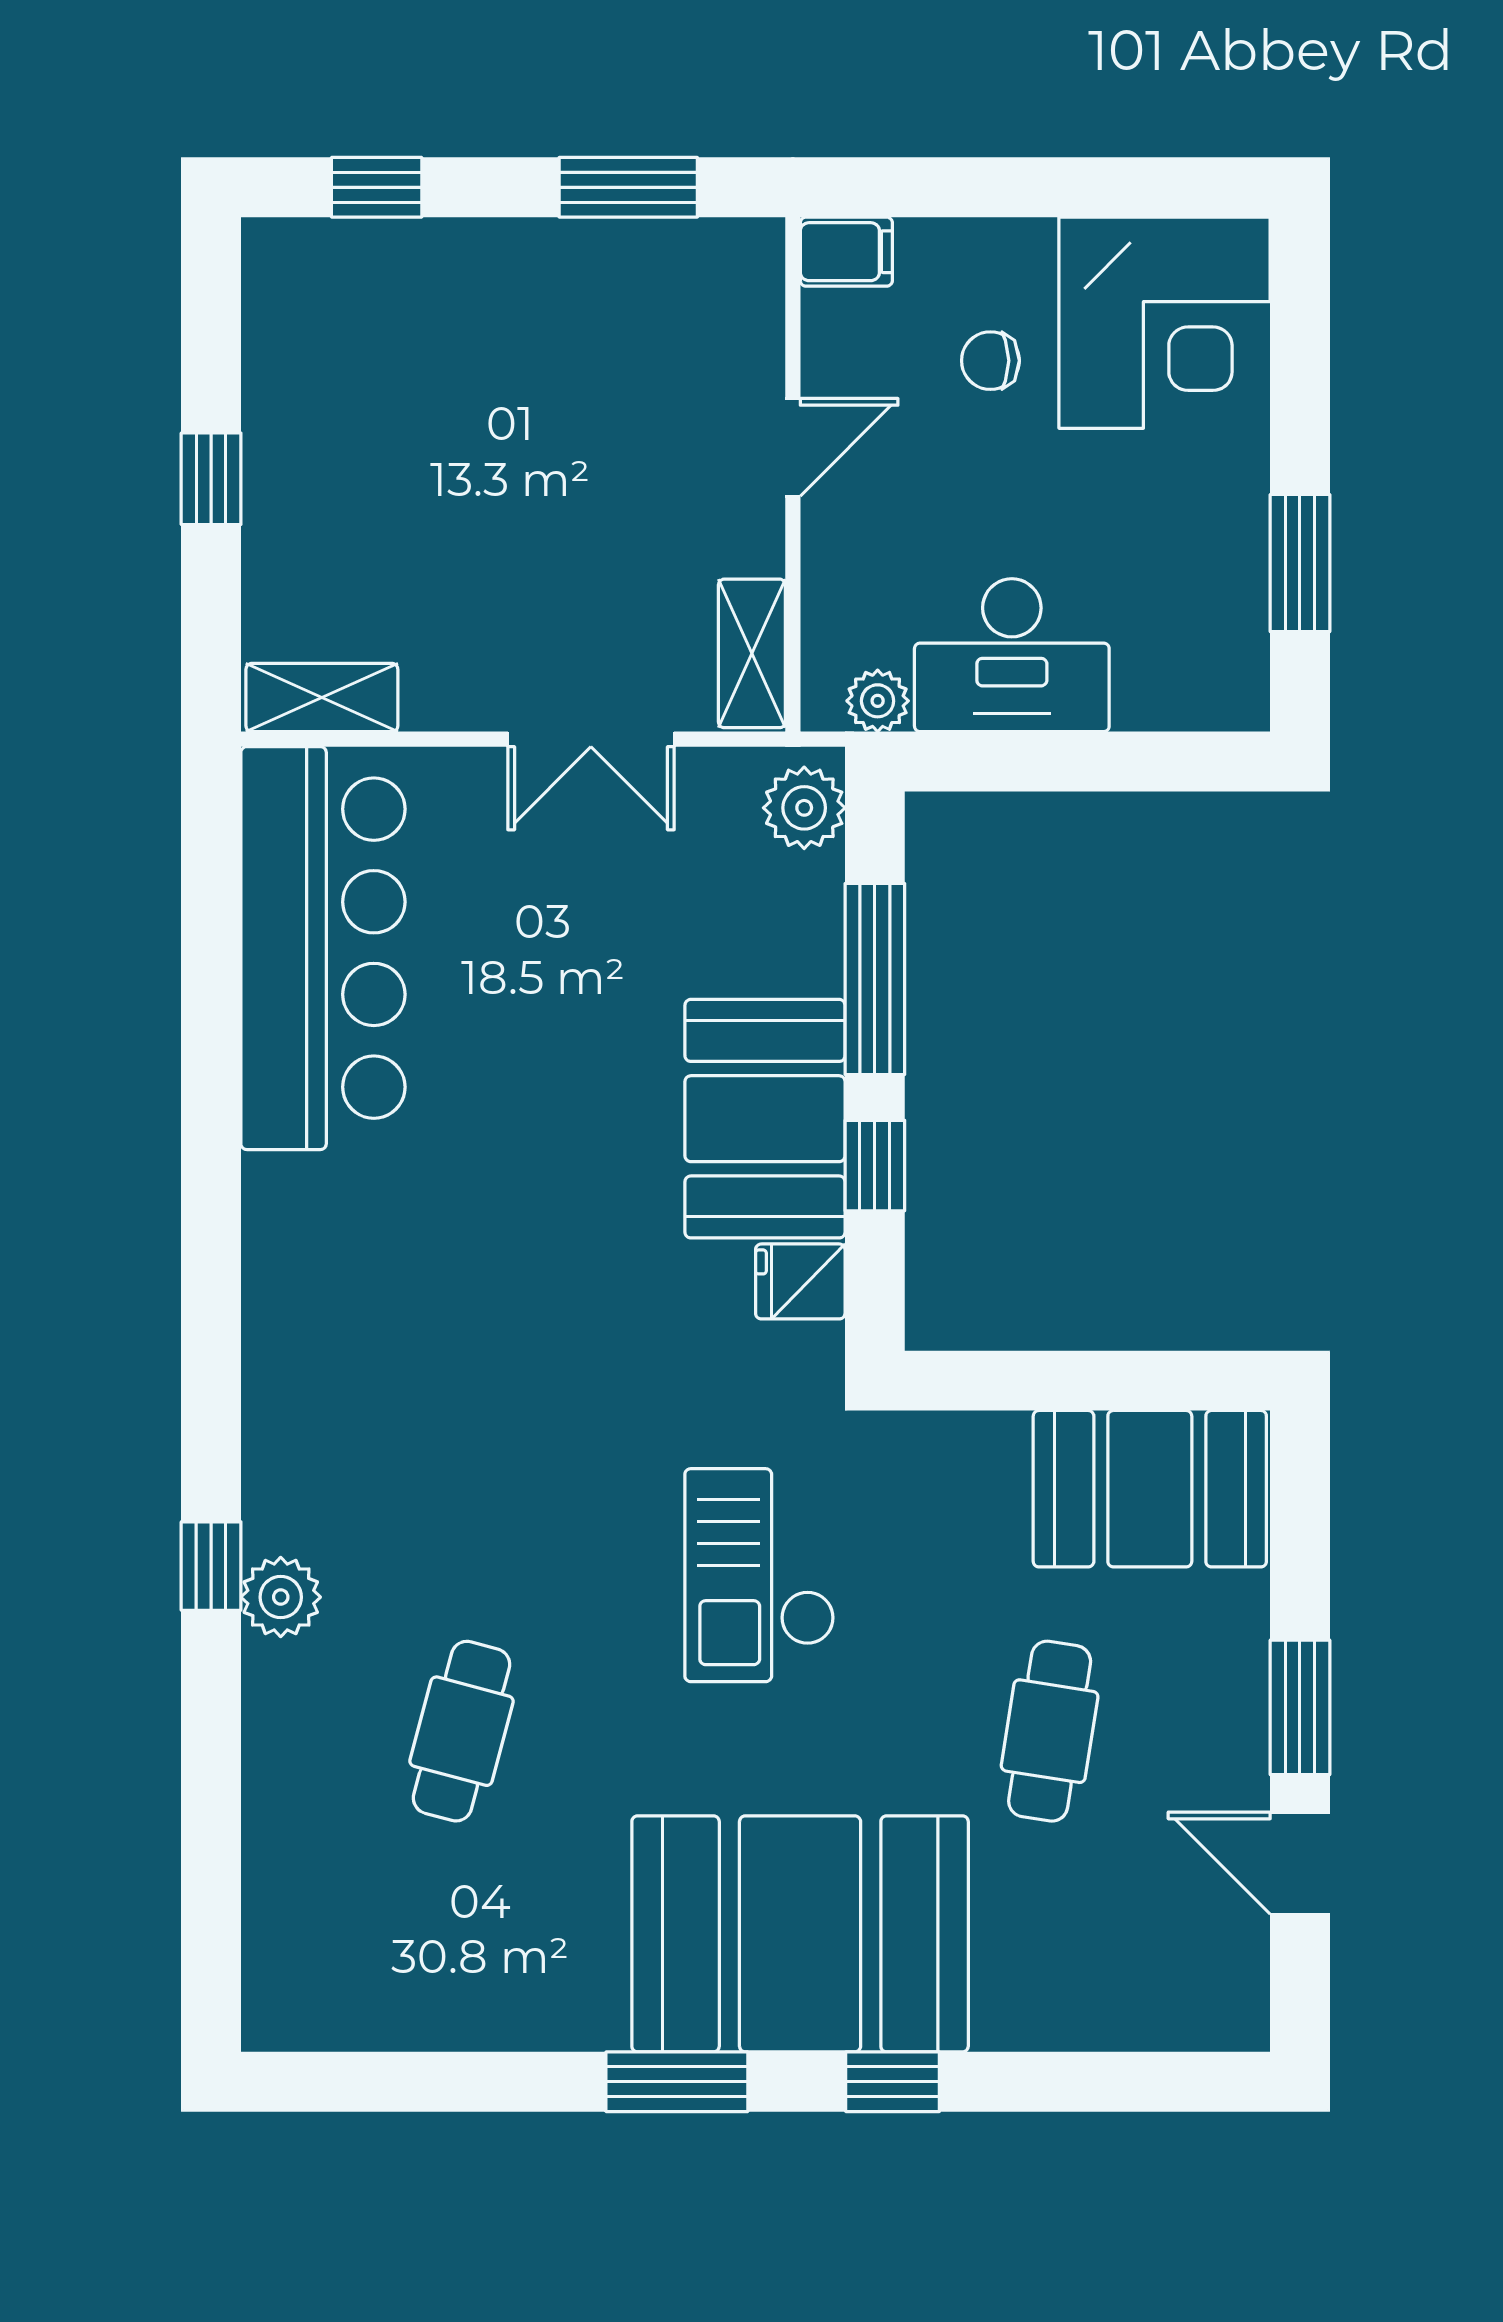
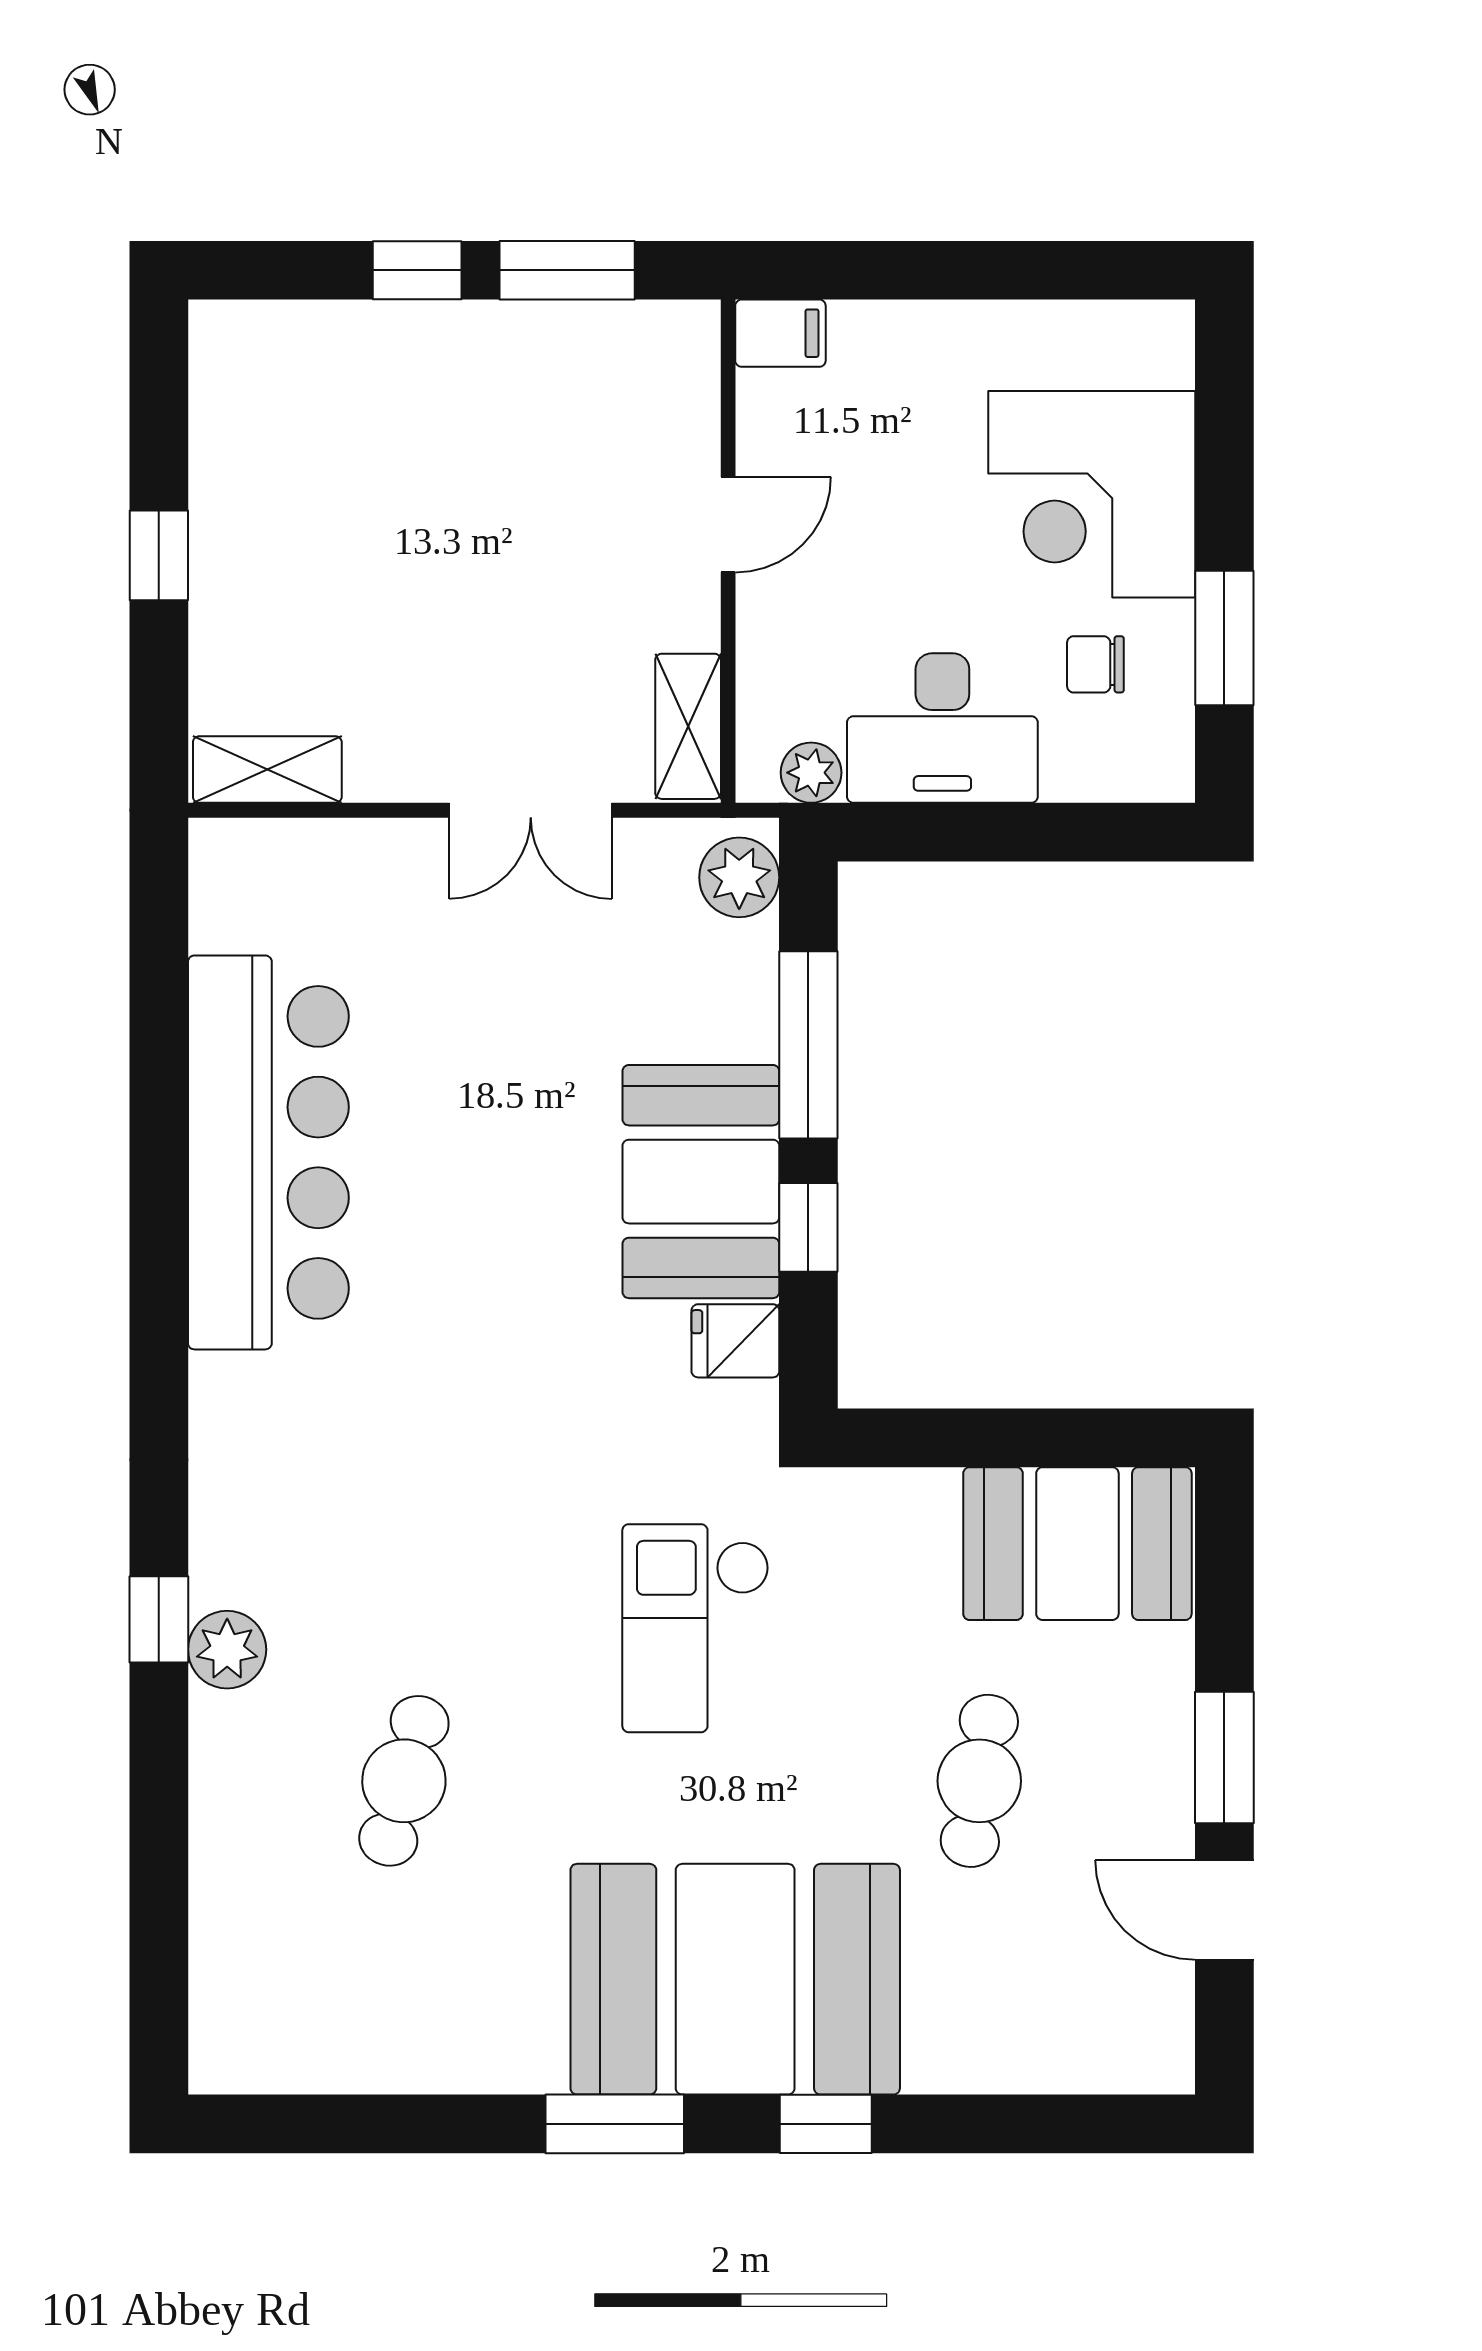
window: (377, 187) -> (417, 270), moved
corner desk: (1165, 323) -> (1092, 494), moved, turned 90
chair: (990, 361) -> (1095, 664), moved
bar counter: (323, 948) -> (268, 1152), moved

